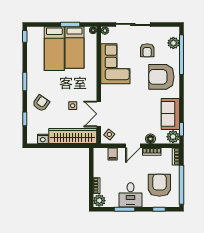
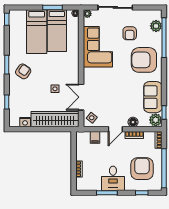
armchair: (41, 103) -> (23, 71), moved
plant: (99, 201) -> (82, 184), removed

